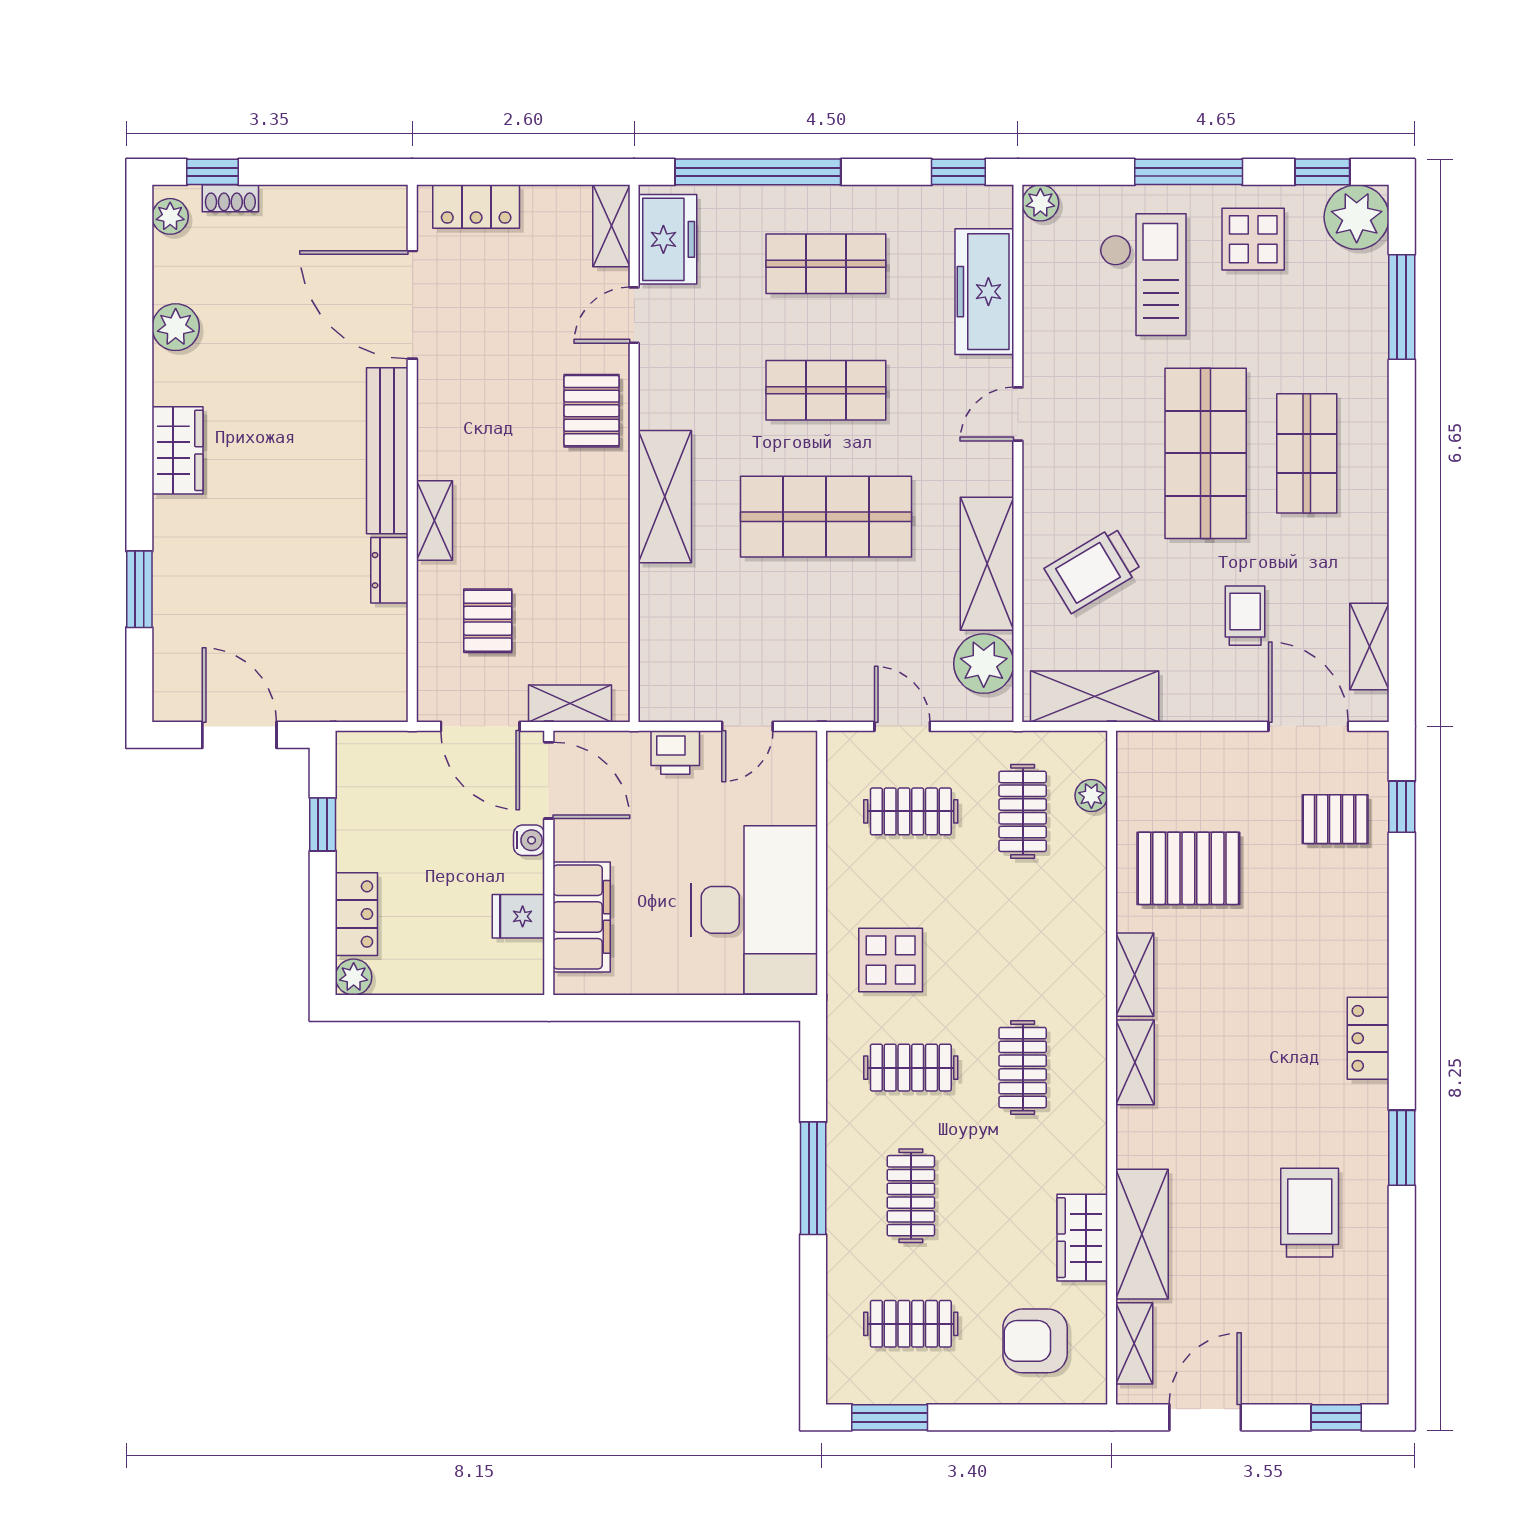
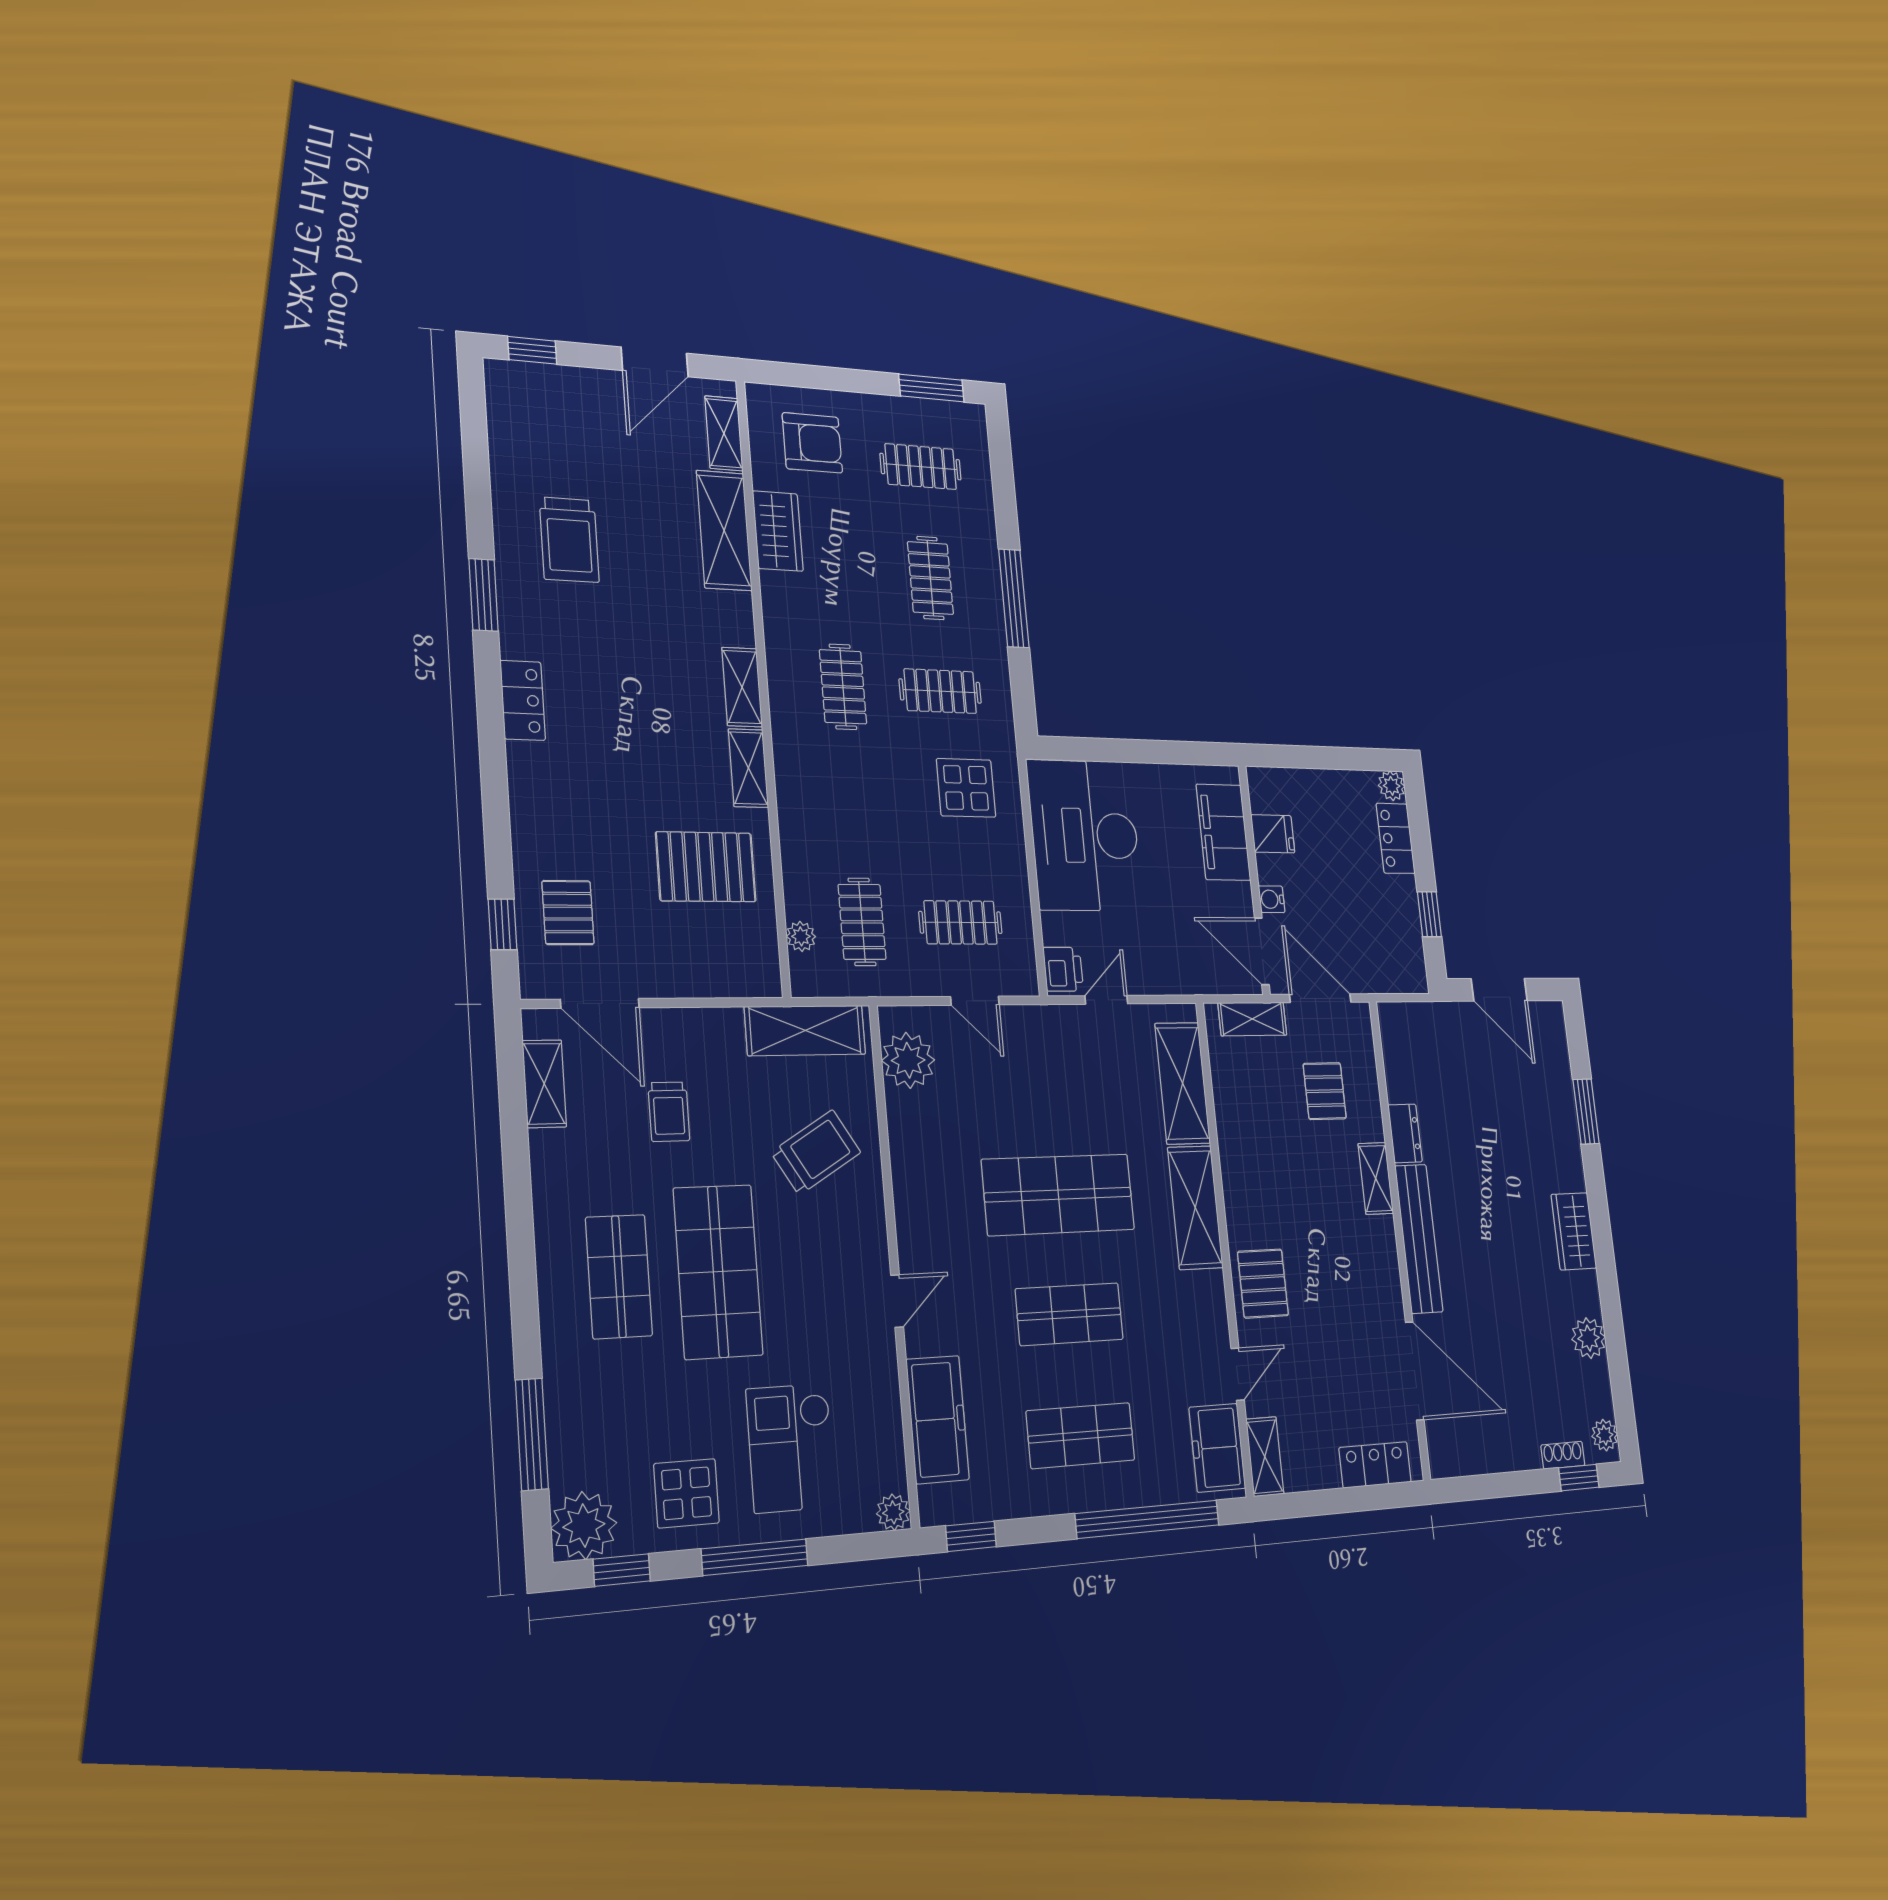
shelving: (987, 564) -> (1183, 1083), moved
printer: (675, 753) -> (1063, 969), moved, turned 90
pallet: (1335, 819) -> (568, 913), turned 90

